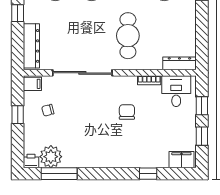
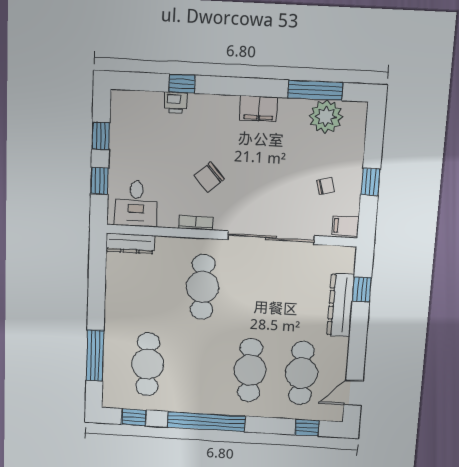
window: (18, 13) -> (362, 289), moved
dresser: (31, 46) -> (341, 305), moved
bookcase: (149, 80) -> (196, 223), moved
chair: (127, 112) -> (209, 177), turned 48
filing cabinet: (181, 160) -> (259, 109), moved
printer: (31, 161) -> (176, 103), moved

